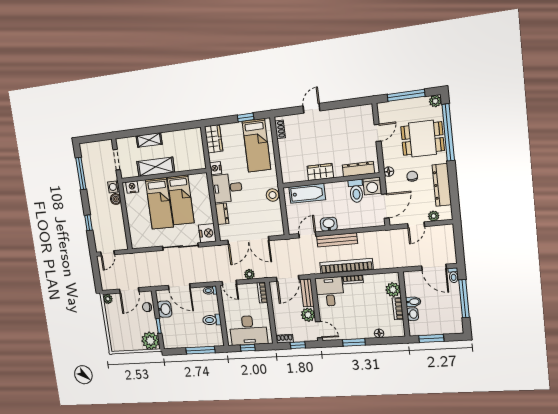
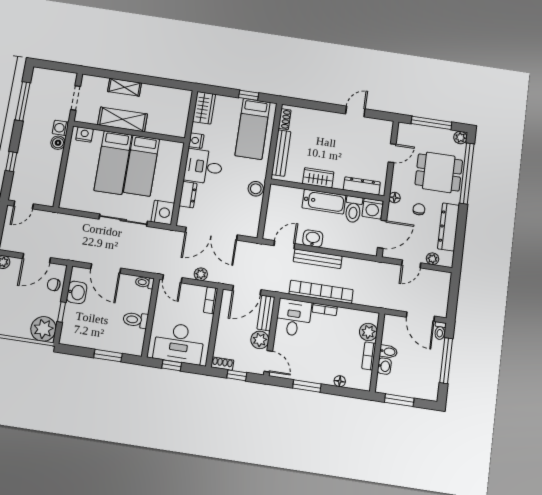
door: (311, 108) -> (355, 111), moved
bench: (285, 159) -> (281, 153), added
bathtub: (307, 193) -> (324, 202), moved
window: (200, 350) -> (108, 356), width x0.69

